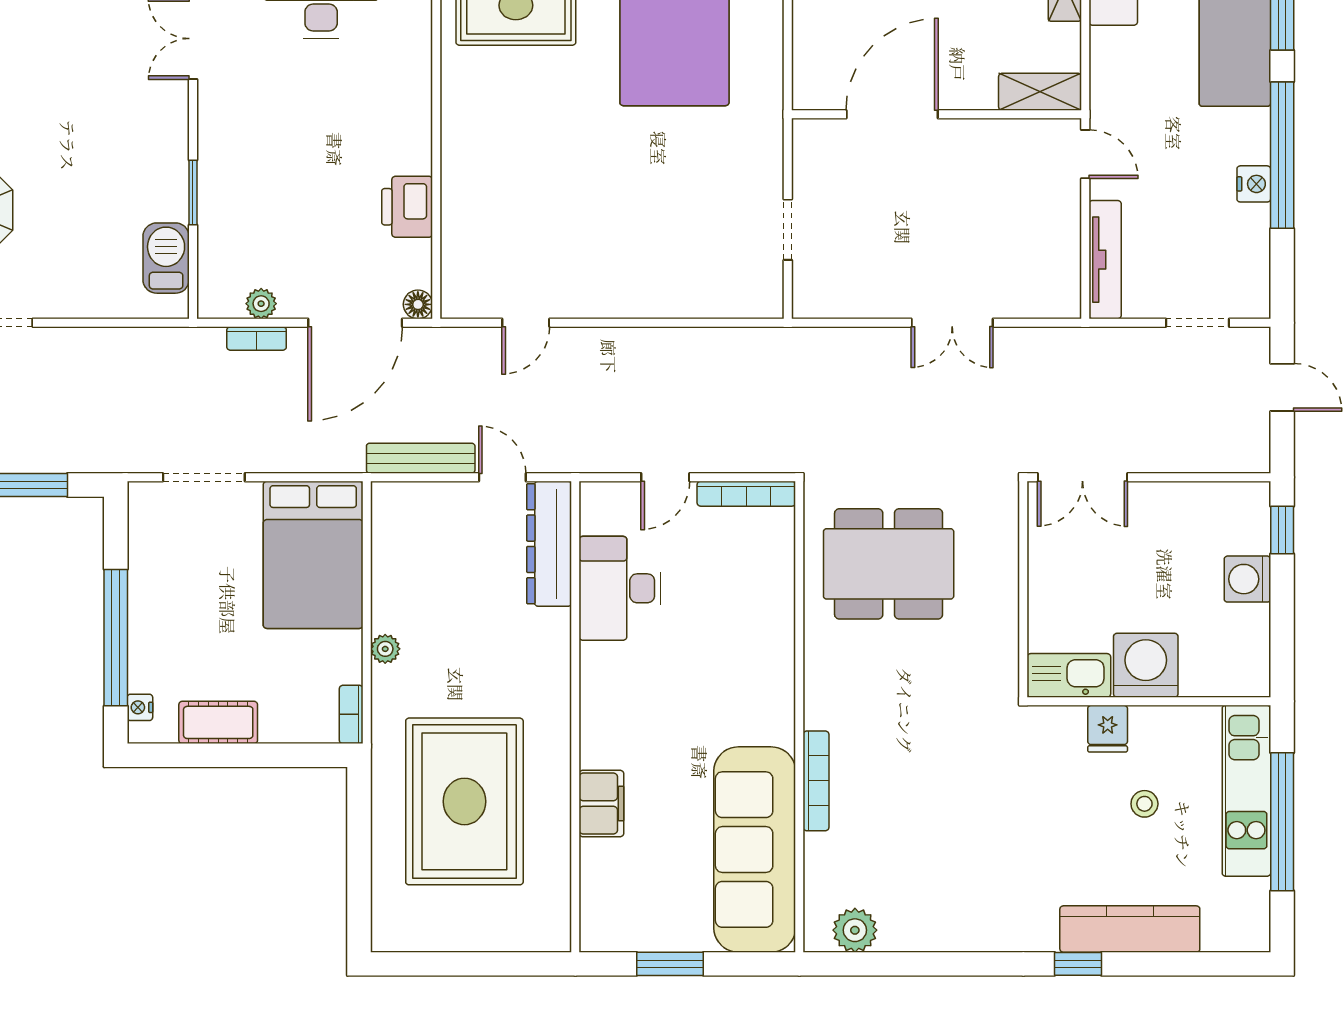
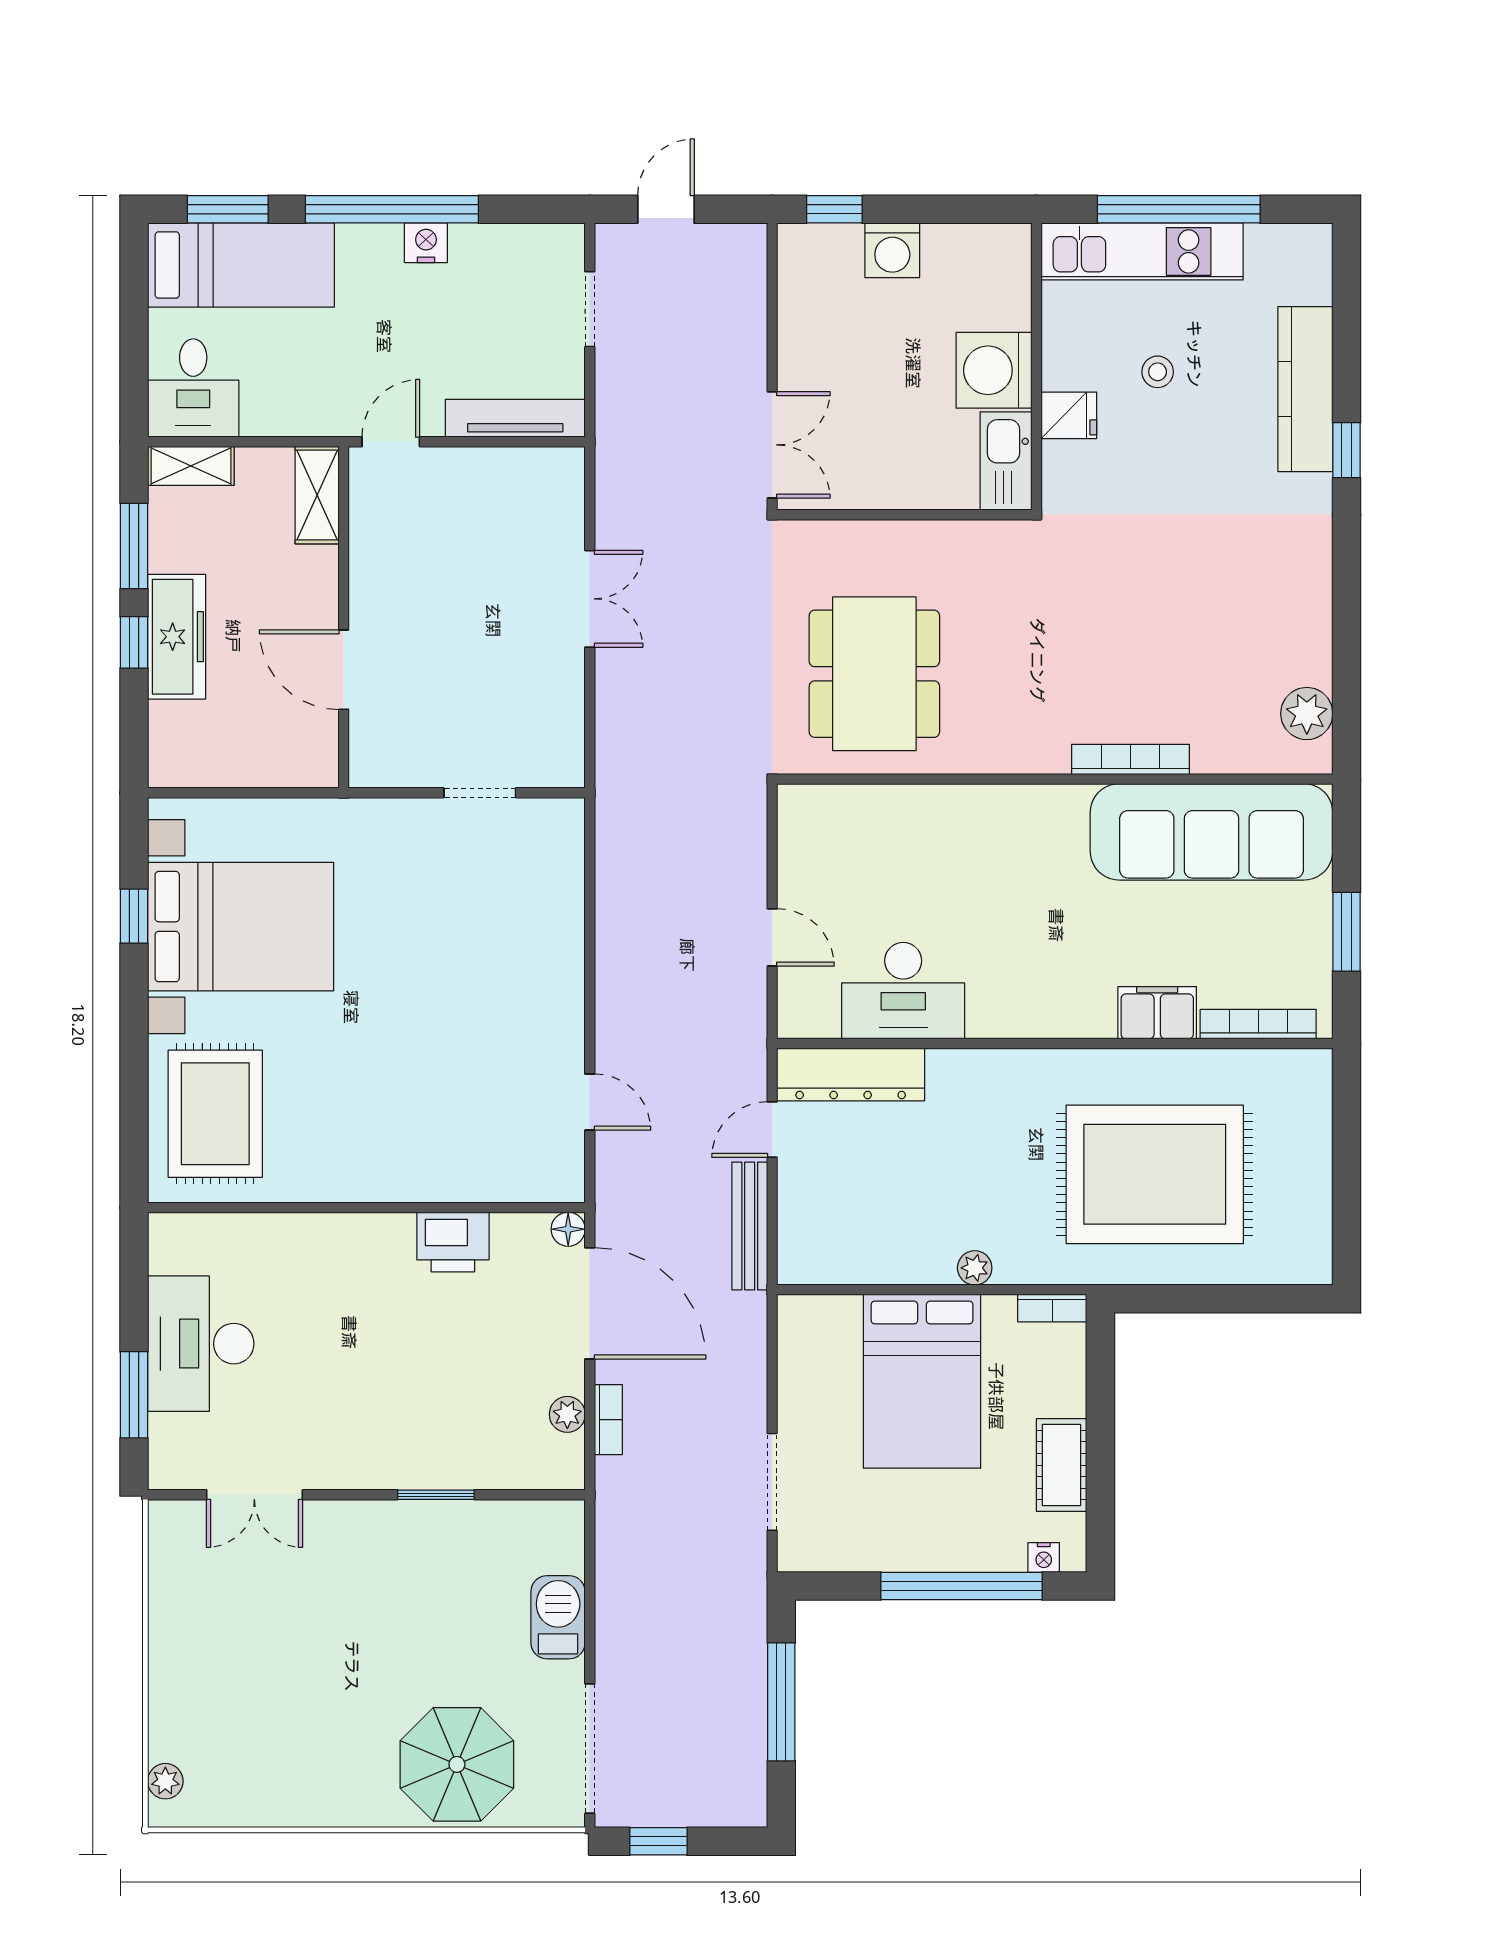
door: (892, 114) -> (344, 670), width x0.73
barbecue: (166, 258) -> (558, 1617), moved, turned 90
bookcase: (746, 494) -> (1258, 1024), moved, turned -90
bed: (313, 555) -> (922, 1381), moved, turned 90

